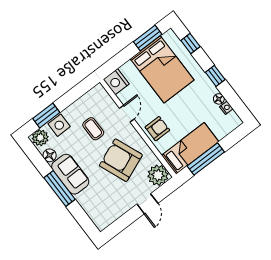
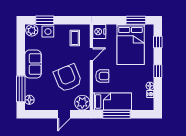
coffee table: (93, 129) -> (75, 38), moved
floor lamp: (50, 155) -> (29, 100), moved
window: (59, 188) -> (21, 89), moved

